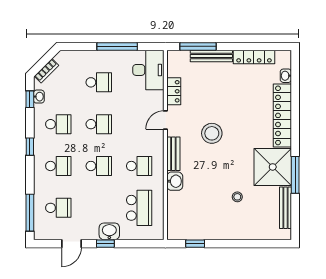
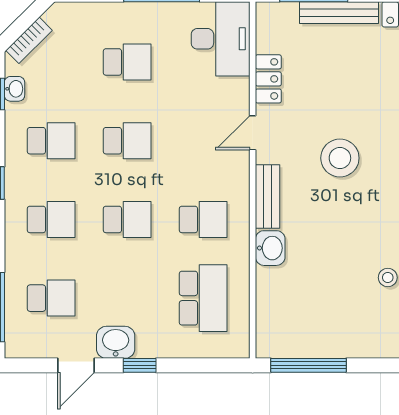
washbasin: (109, 231) -> (116, 342), moved
window: (195, 244) -> (308, 365), width x2.17

